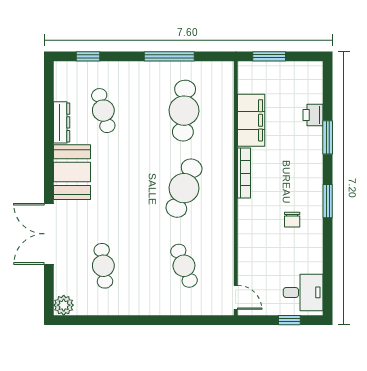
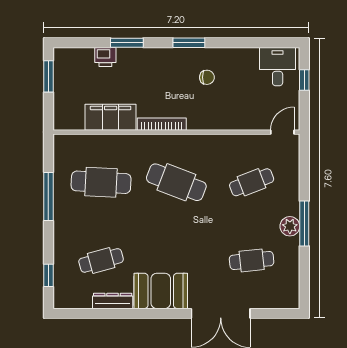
window: (269, 56) -> (48, 76), moved
plant: (64, 305) -> (290, 226), moved
window: (141, 320) -> (304, 224), added

